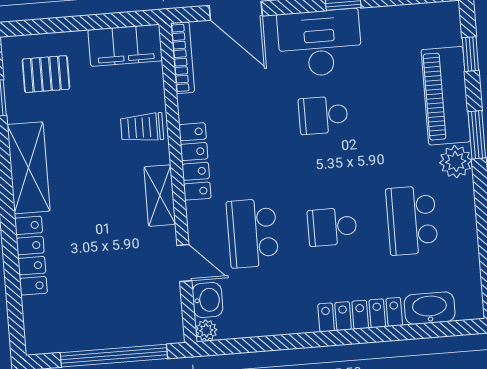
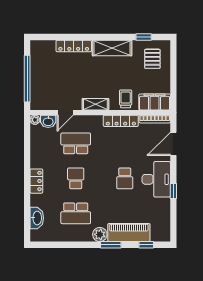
filing cabinet: (125, 45) -> (155, 102), moved, turned 90
school desk: (323, 115) -> (125, 178), turned 180
locker: (195, 161) -> (121, 121), moved
school desk: (412, 220) -> (76, 213), turned 180
locker: (360, 315) -> (36, 181), width x0.66

